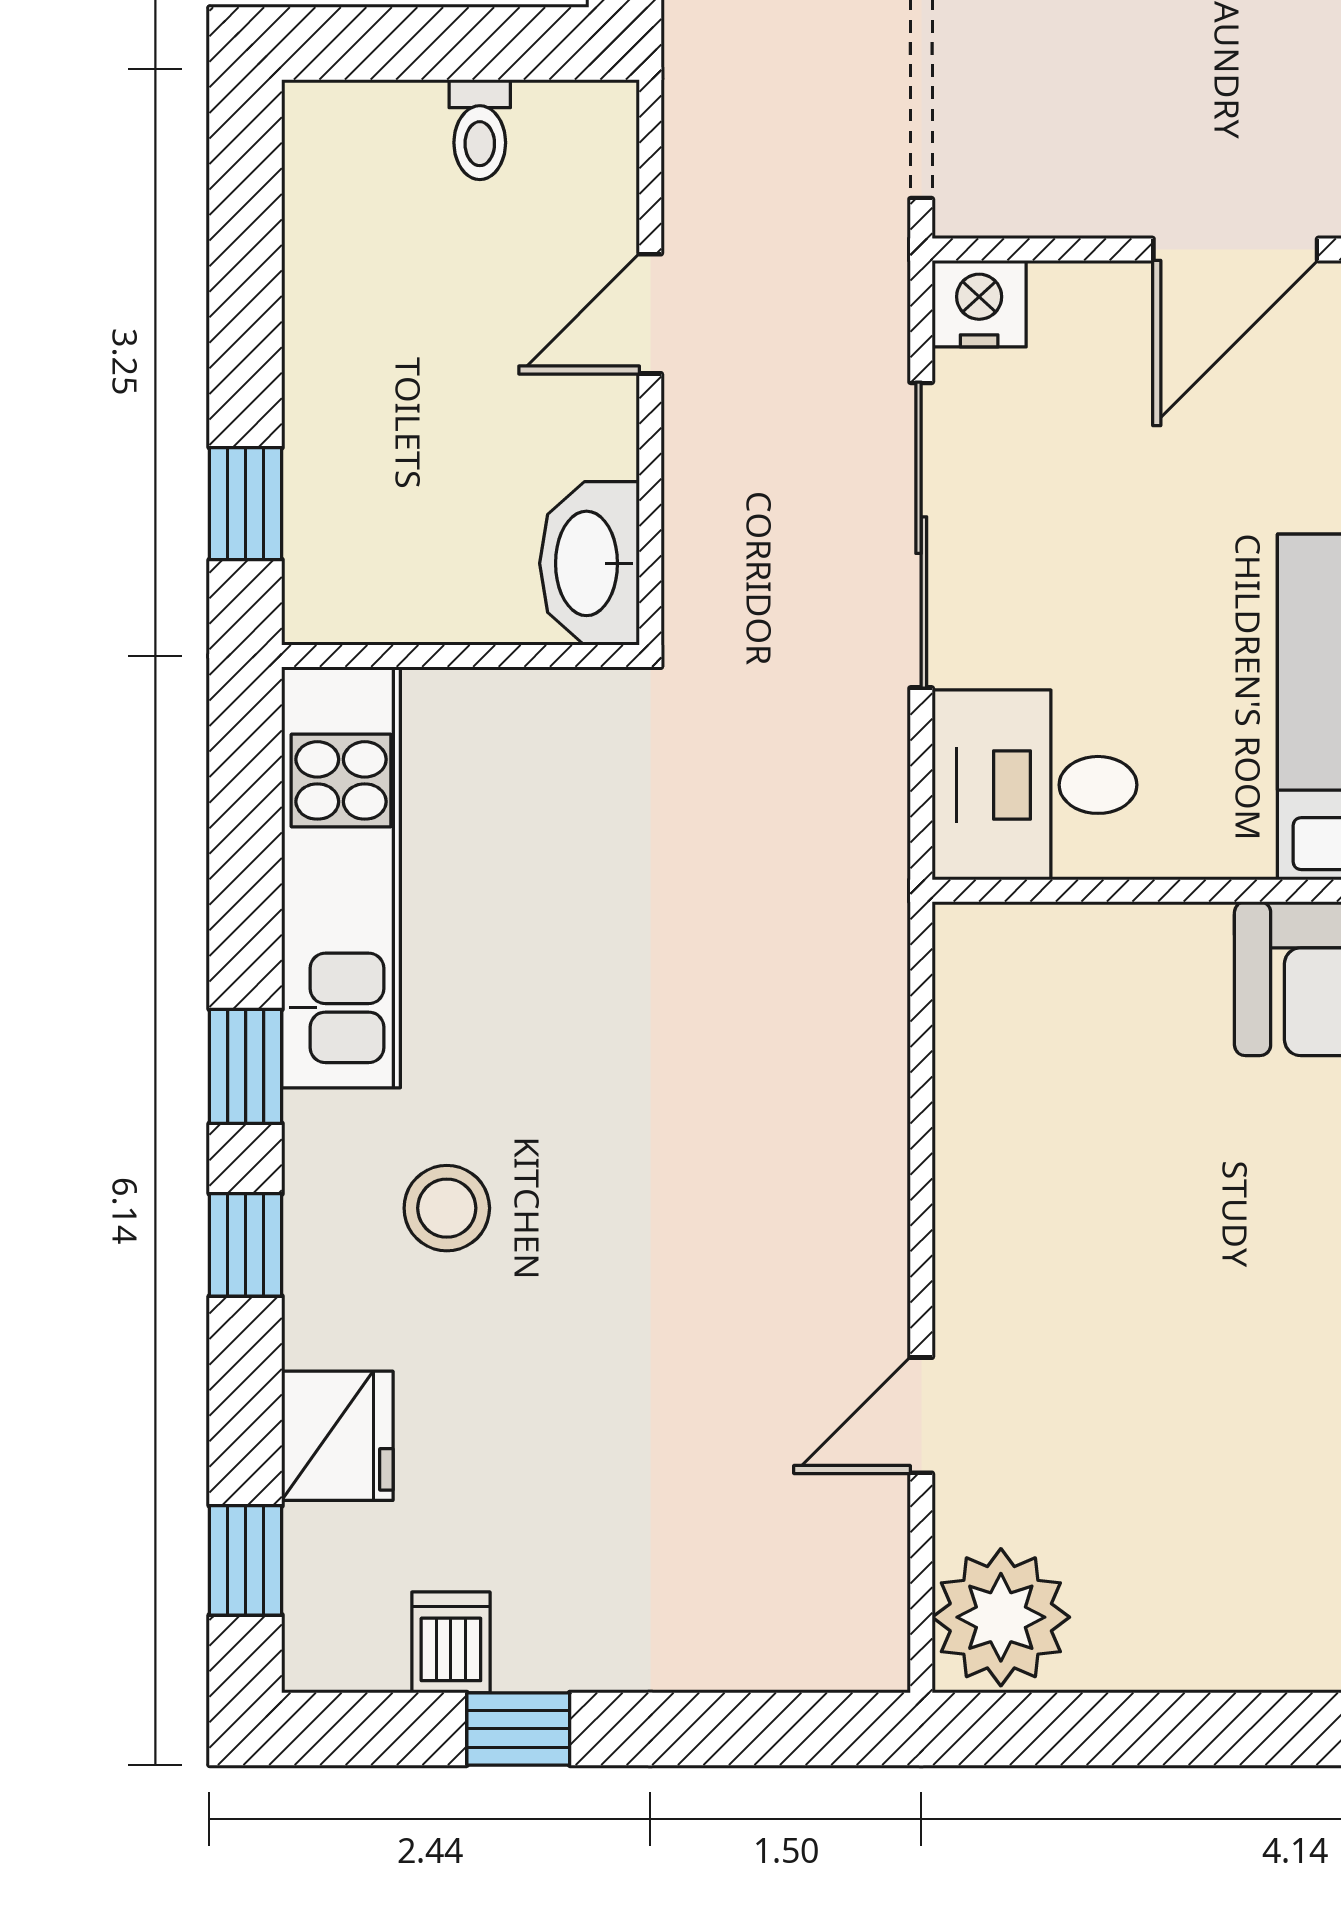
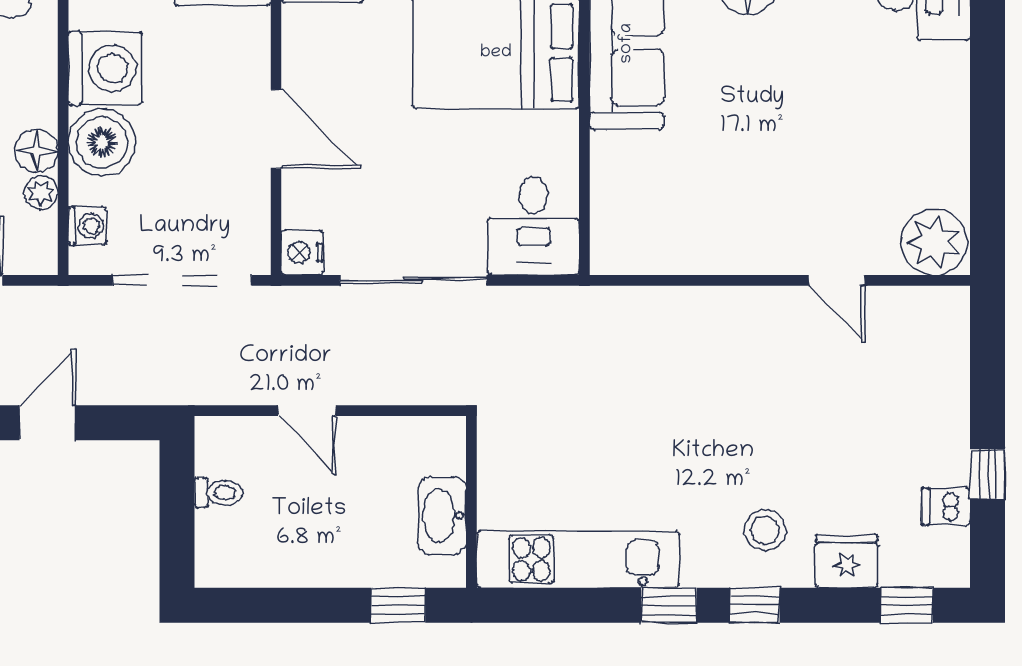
washbasin: (589, 563) -> (442, 516), moved, turned 90
stool: (447, 1208) -> (765, 530), moved

